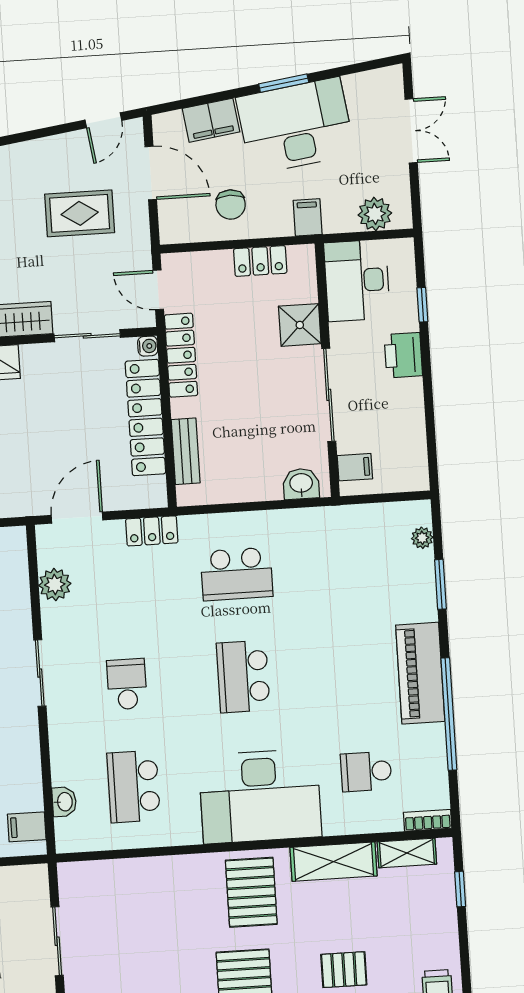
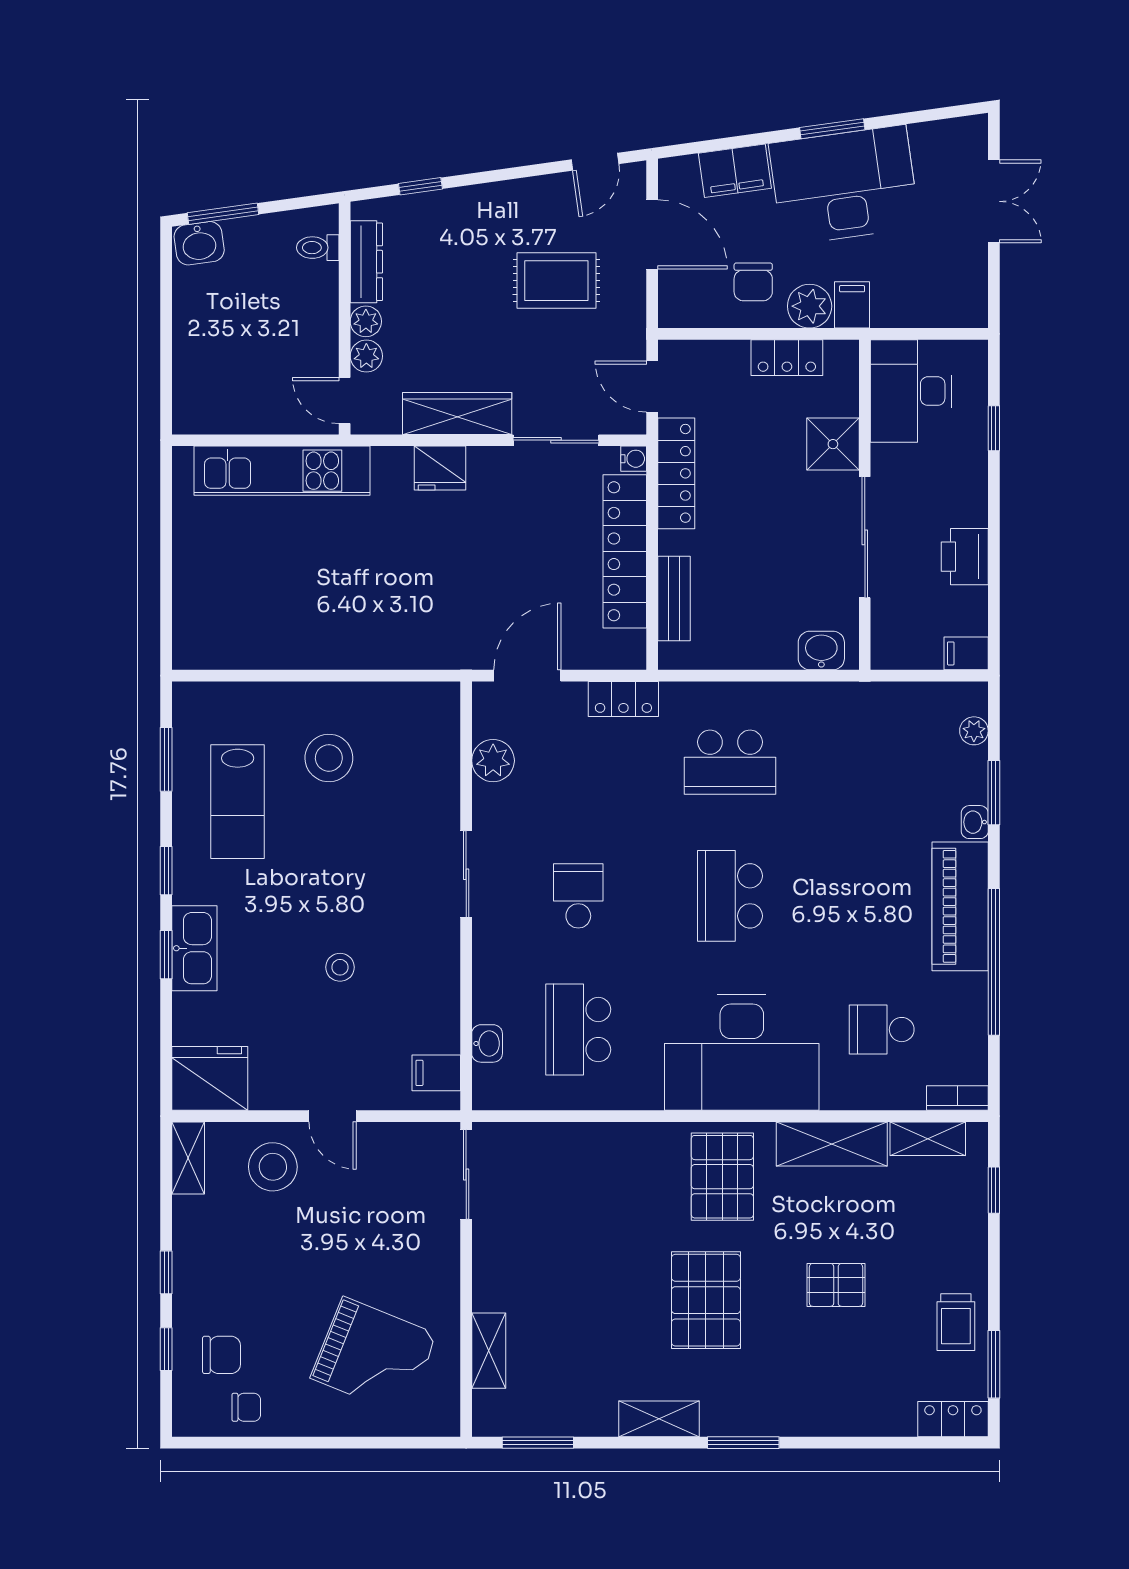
plant: (375, 214) -> (810, 306), moved
printer: (403, 355) -> (965, 557), moved
filing cabinet: (355, 467) -> (966, 653), moved, turned 180
washbasin: (427, 608) -> (975, 822), added
sliding door: (57, 941) -> (466, 1174), moved

